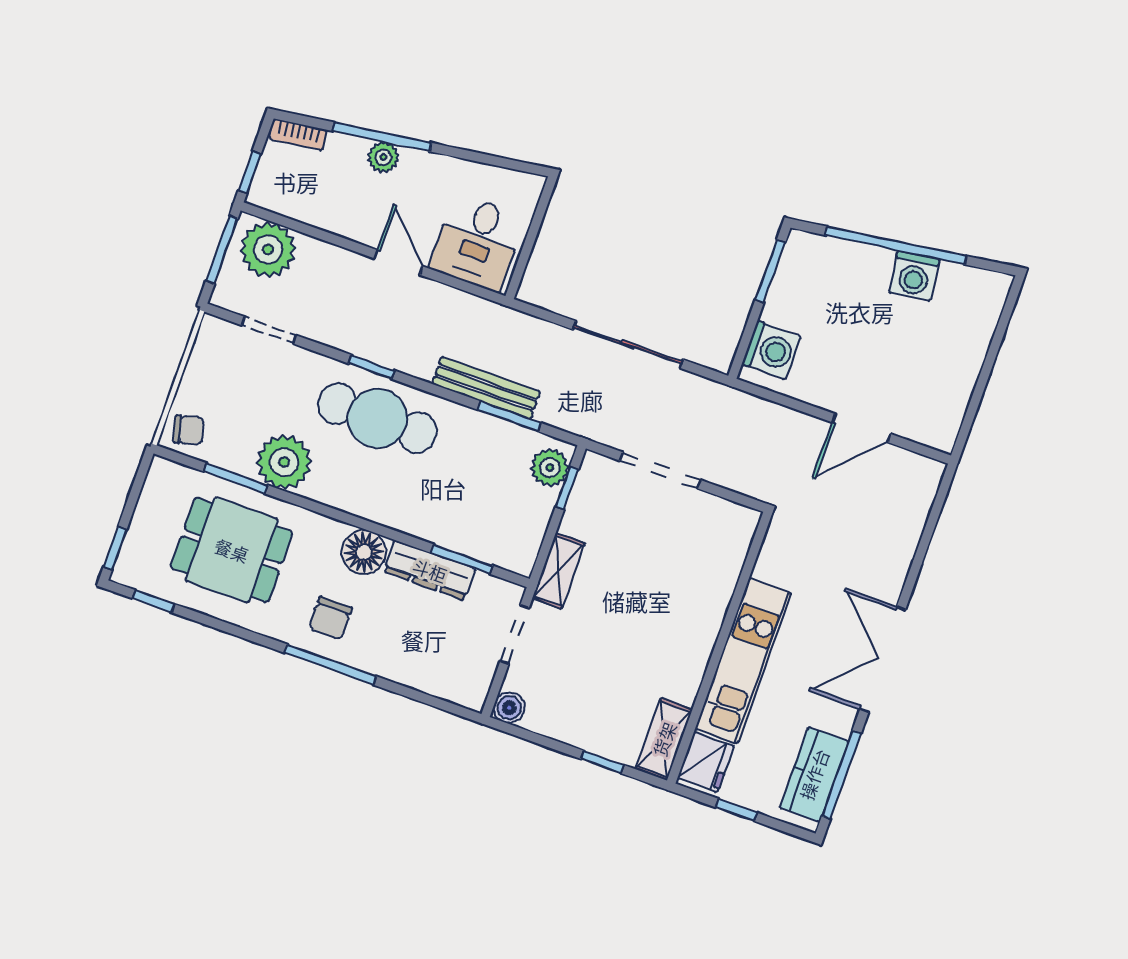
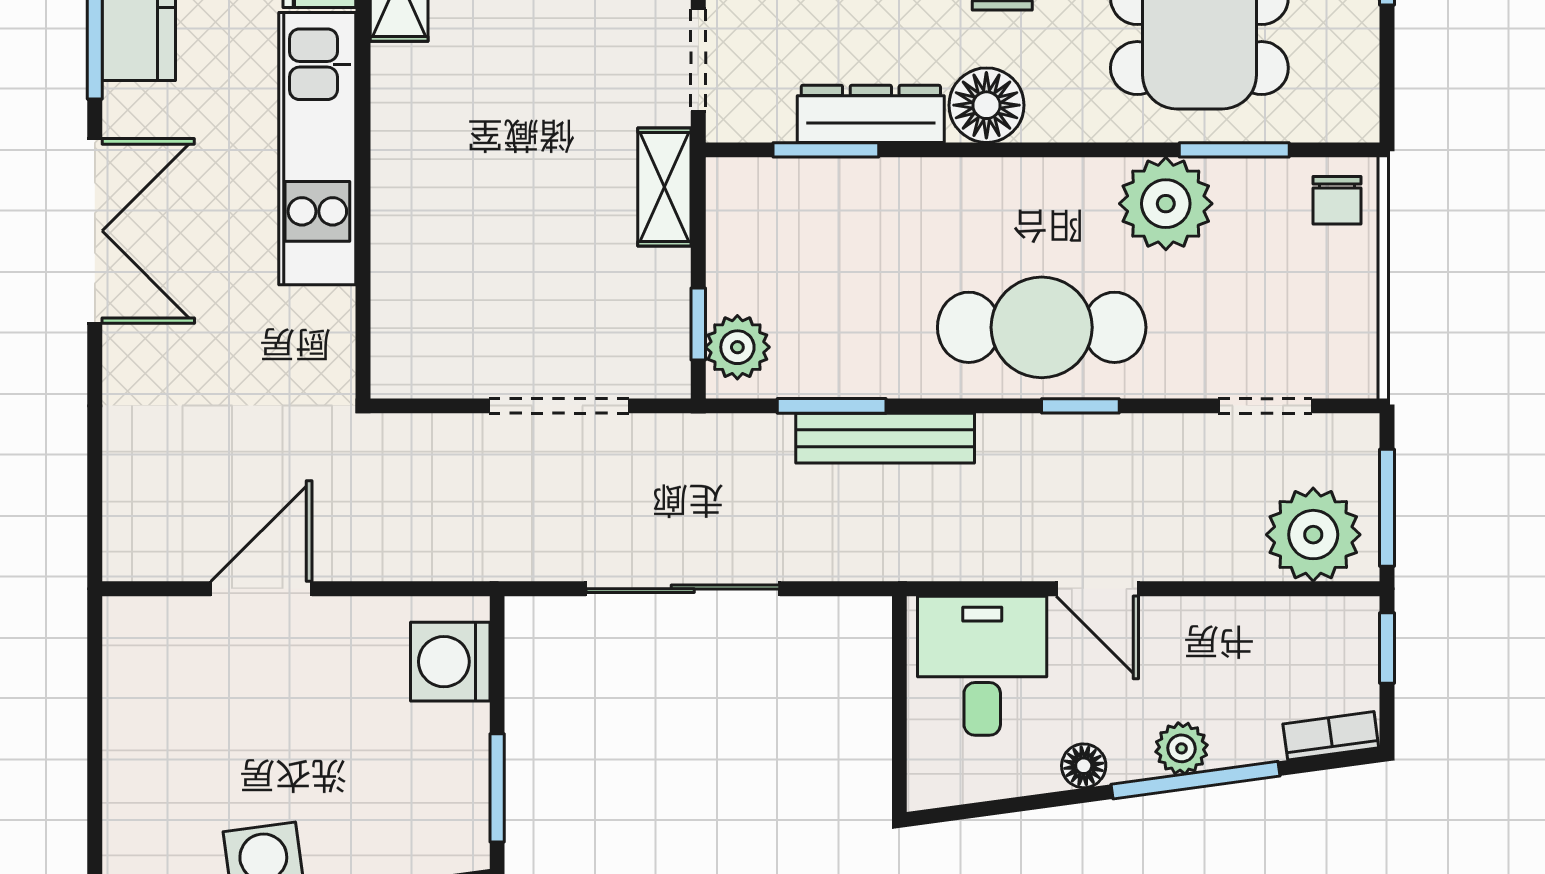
floor lamp: (441, 167) -> (1084, 766), added
chair: (189, 430) -> (1337, 200), turned -75

